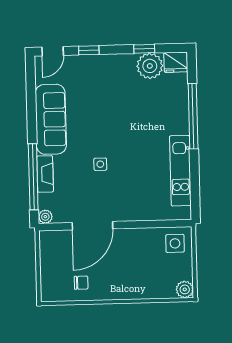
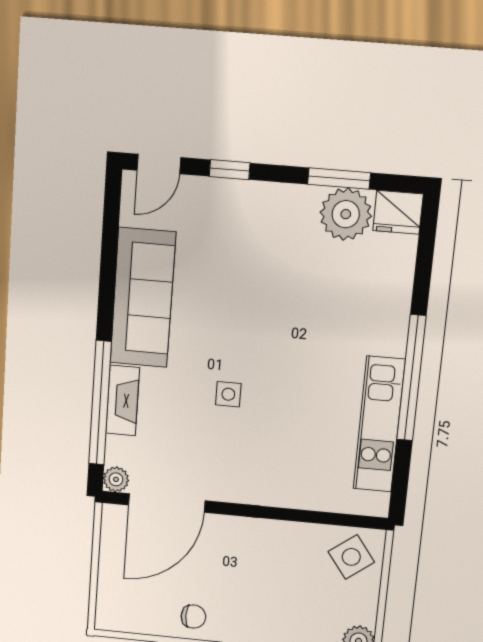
window: (144, 49) -> (339, 178), width x1.50
window: (193, 116) -> (411, 378), moved
door: (92, 226) -> (167, 503), moved
side table: (175, 243) -> (351, 557), turned -37
chair: (81, 283) -> (193, 617), moved

